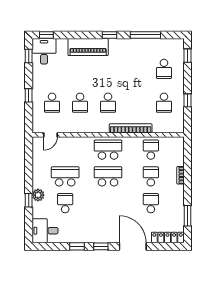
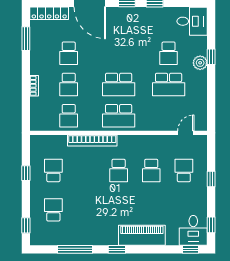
school desk: (80, 103) -> (151, 170), turned 180
school desk: (108, 103) -> (119, 170), turned 180

